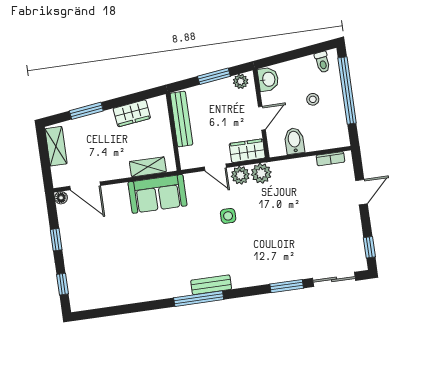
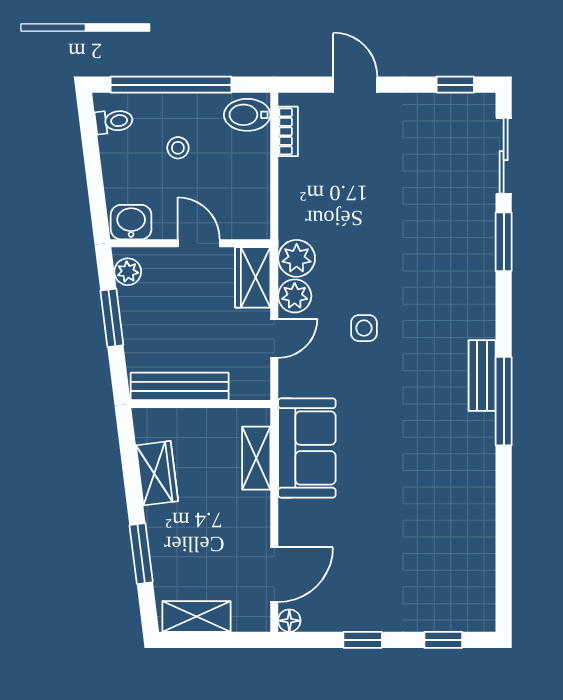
bidet: (294, 141) -> (247, 115), moved

